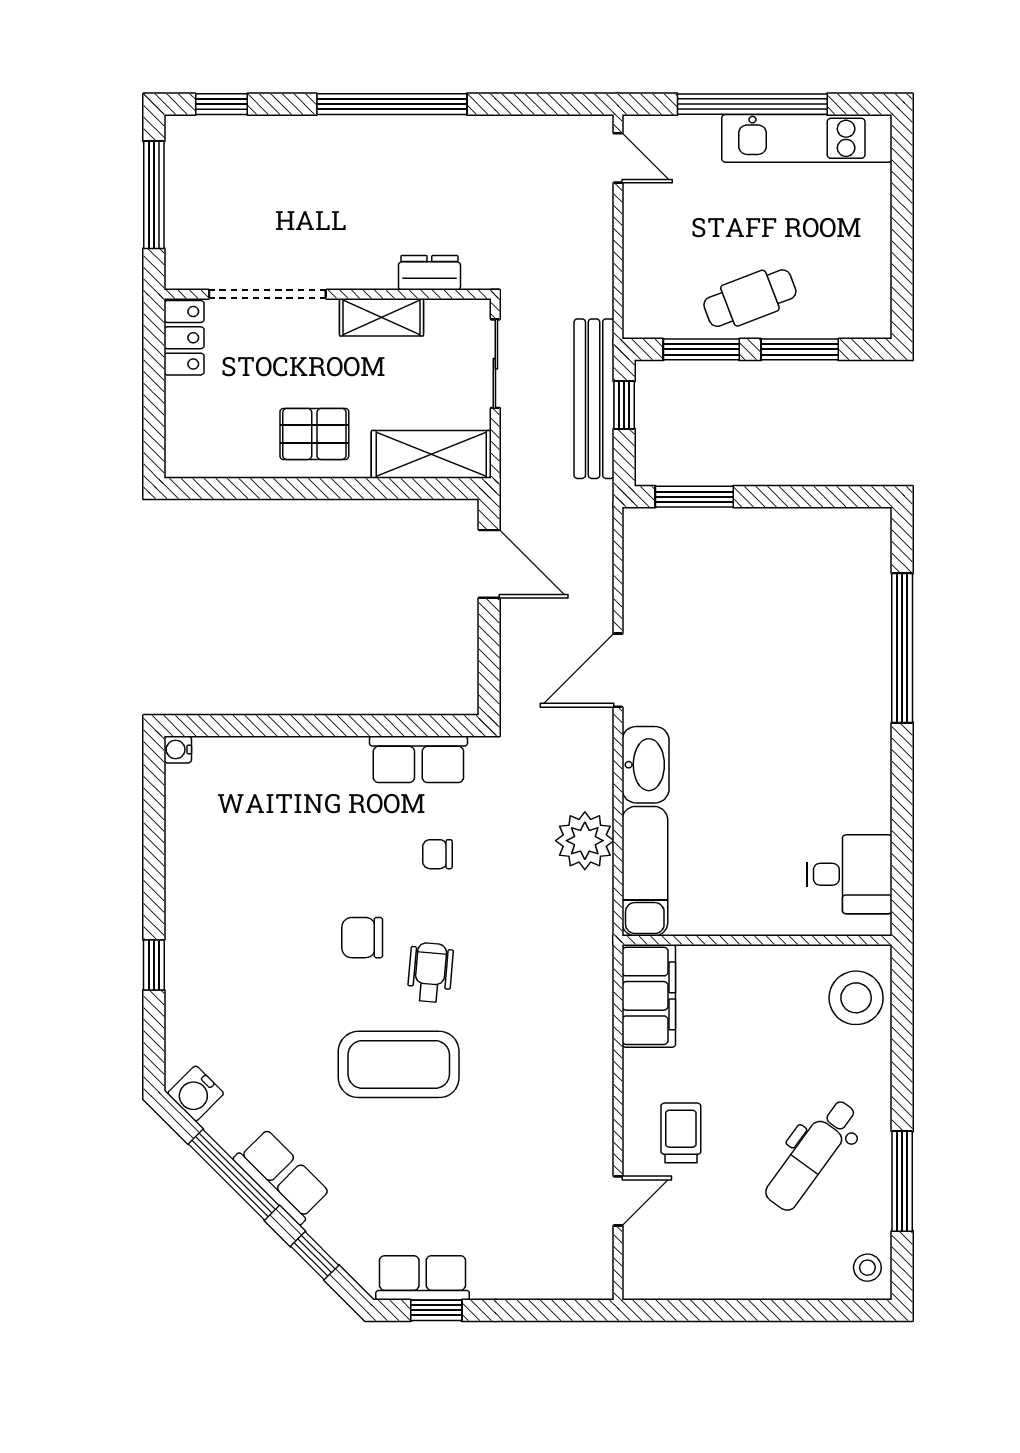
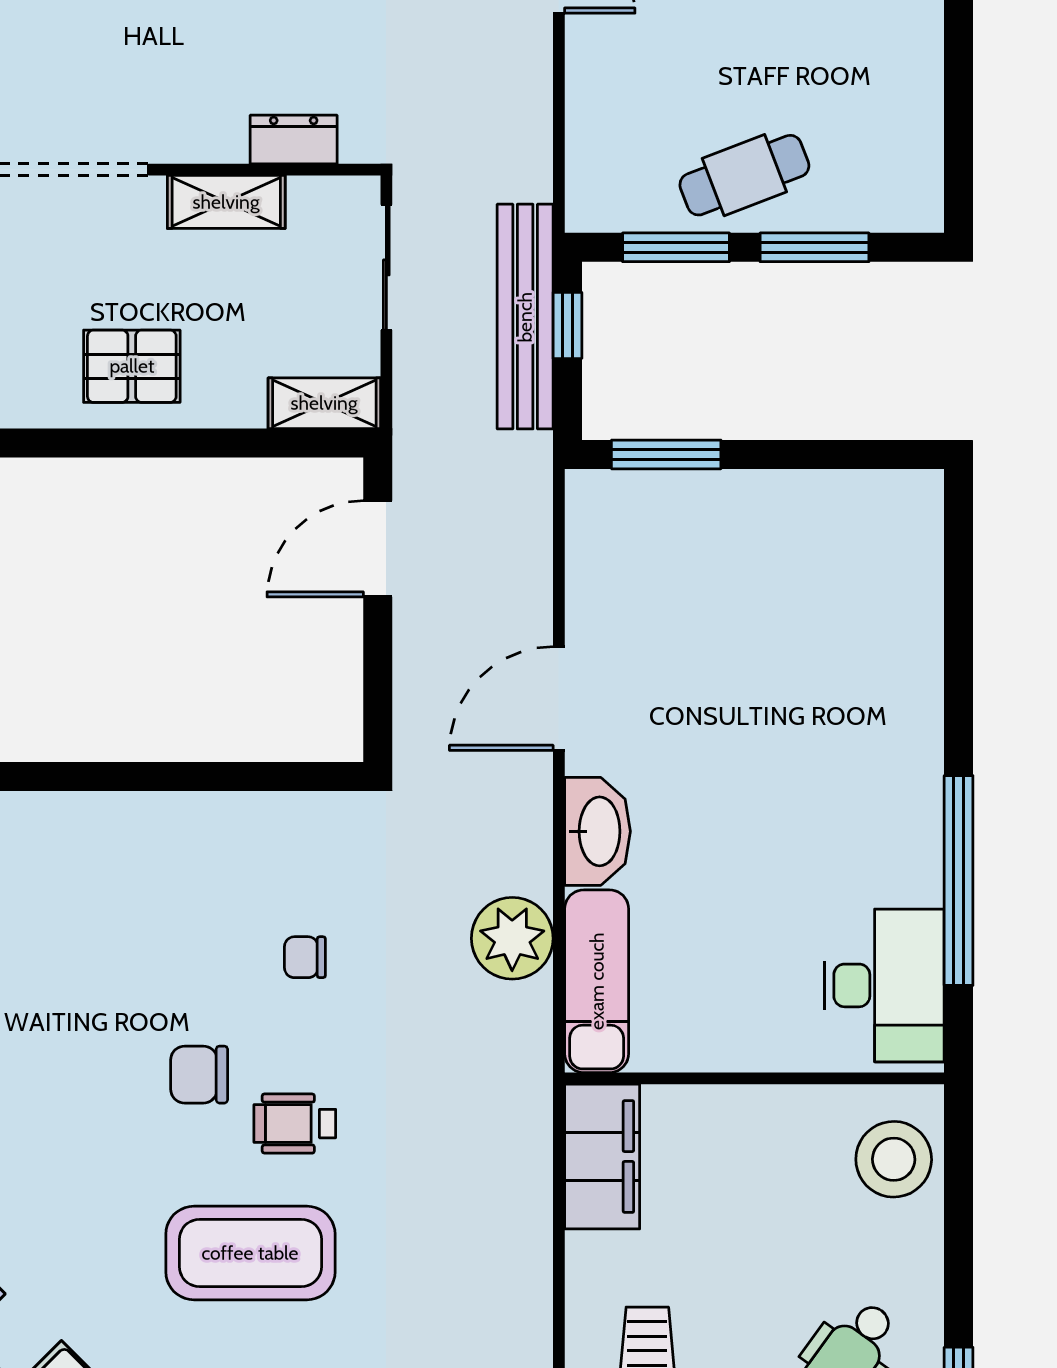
shelving: (431, 454) -> (324, 403), width x0.67, depth x0.75
door: (489, 564) -> (378, 549), swing flipped
window: (902, 648) -> (959, 881), moved
row of seats: (418, 759) -> (278, 824), removed
desk: (849, 874) -> (884, 985), width x1.37
wheelchair: (430, 972) -> (295, 1124), turned -95

